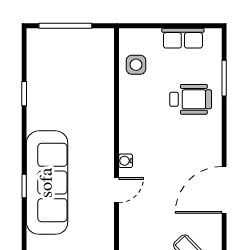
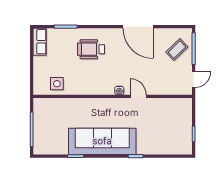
row of seats: (183, 38) -> (40, 42), moved
wheelchair: (191, 99) -> (91, 49), moved, turned -90
sofa: (47, 183) -> (102, 141), moved

